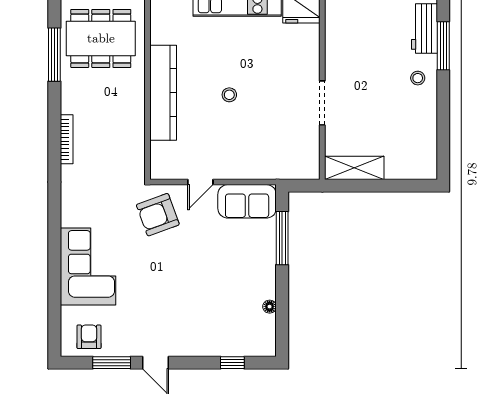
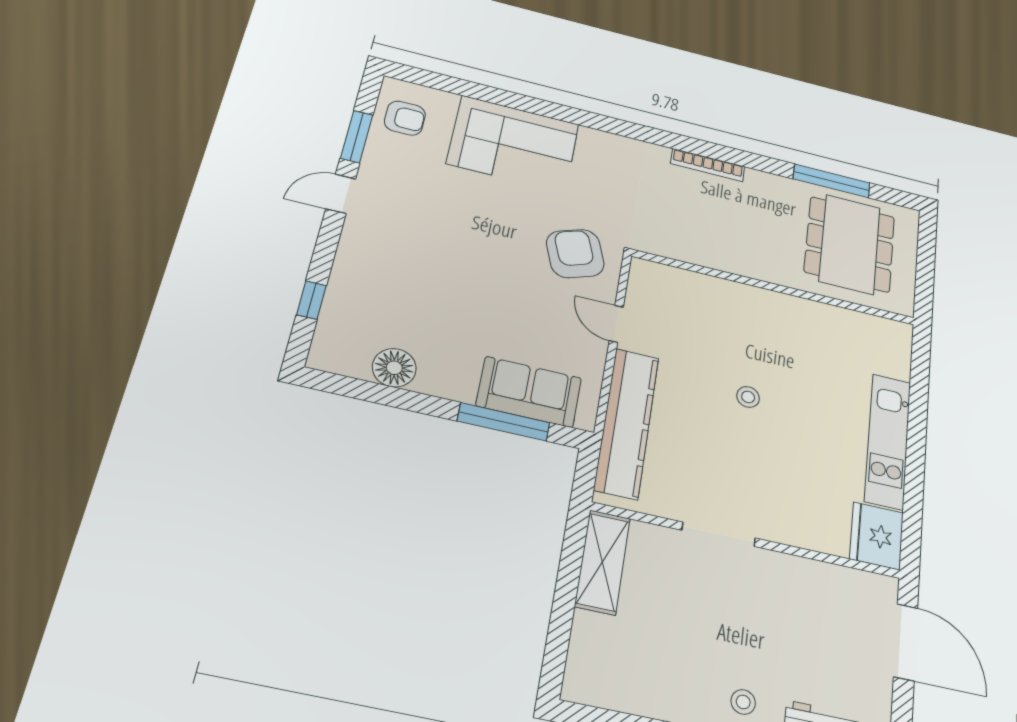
kitchen counter: (163, 93) -> (627, 423), moved, turned -90
sofa: (247, 201) -> (529, 392), moved, turned 90
floor lamp: (270, 307) -> (394, 368), width x1.89, depth x1.89

